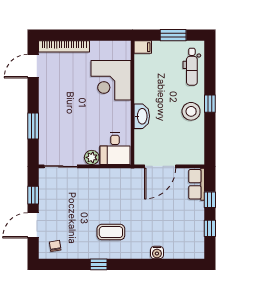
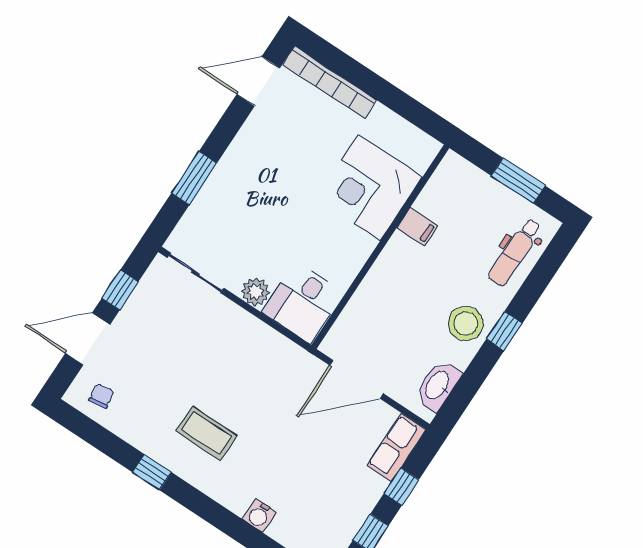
filing cabinet: (143, 47) -> (417, 227), moved
washbasin: (142, 116) -> (438, 386), moved, turned 180

